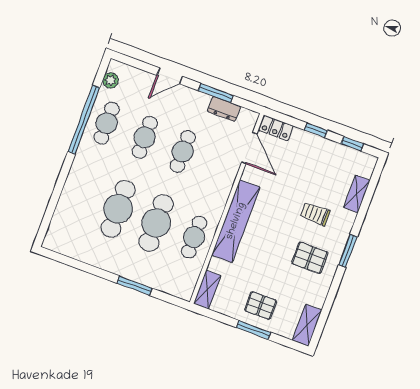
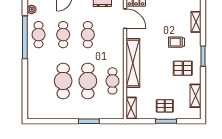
shelving: (307, 325) -> (195, 96), moved

